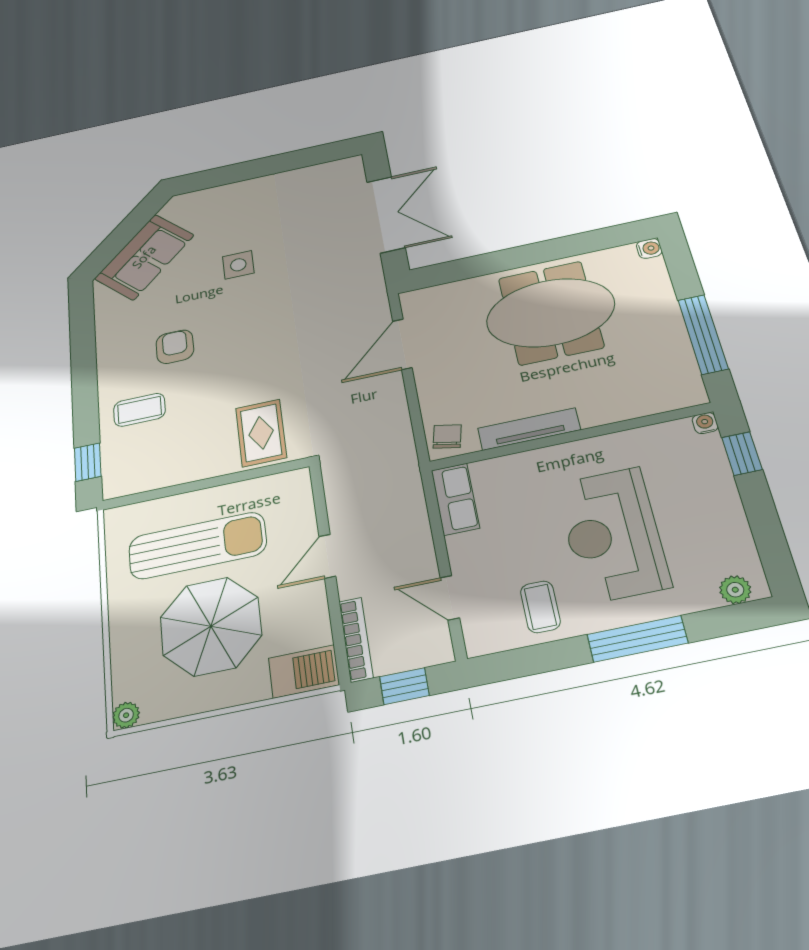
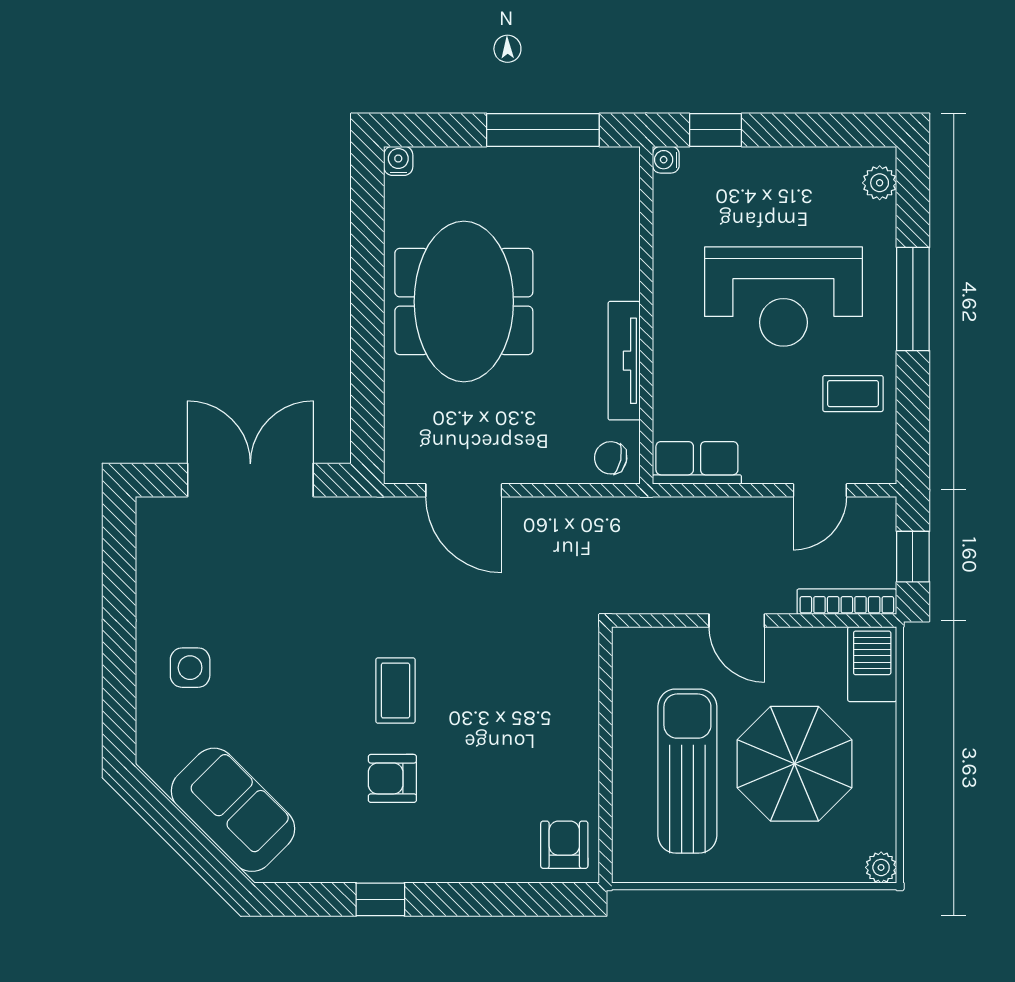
side table: (238, 265) -> (190, 668), moved
coffee table: (139, 410) -> (395, 691), moved
rug: (261, 433) -> (550, 680), removed
window: (88, 462) -> (380, 899), moved
armchair: (132, 470) -> (564, 845), added

